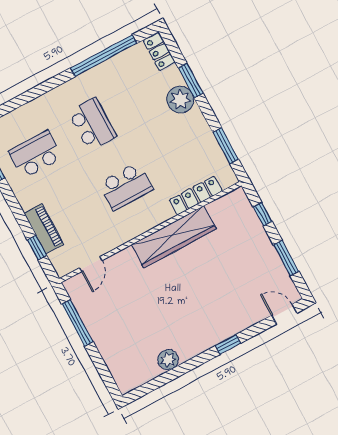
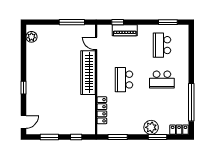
school desk: (35, 154) -> (162, 45), turned 180
wardrobe: (174, 237) -> (88, 73), moved
plant: (168, 360) -> (31, 37), moved

